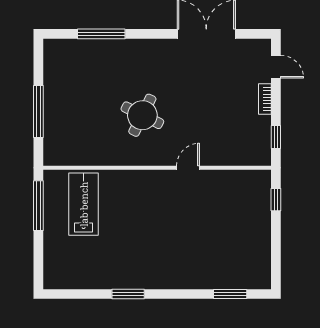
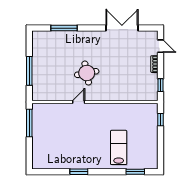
round table: (142, 115) -> (87, 73), turned -37
door: (188, 168) -> (79, 102), moved
lab bench: (84, 204) -> (119, 147), moved

